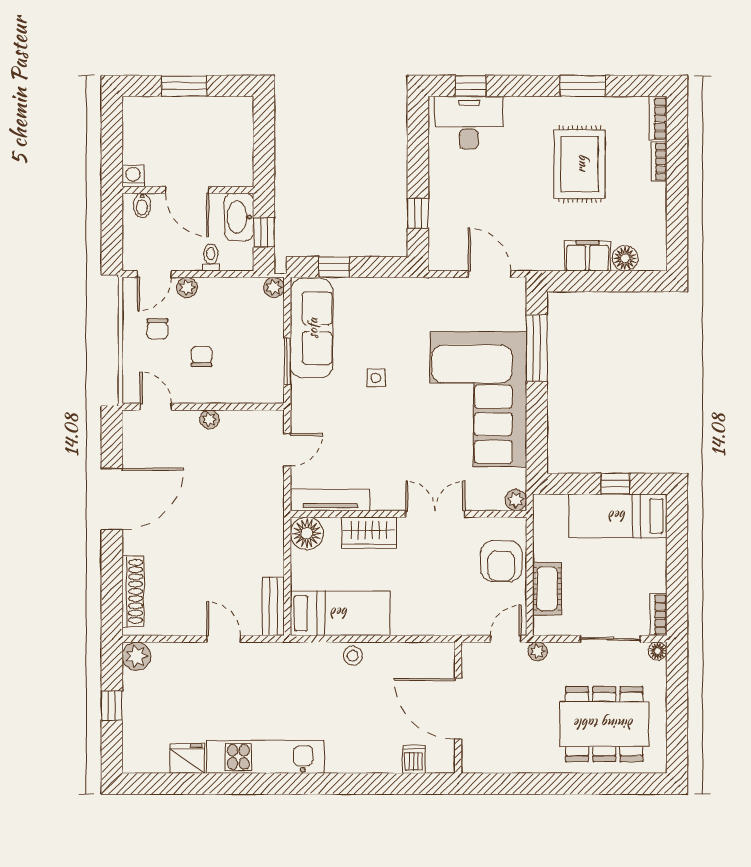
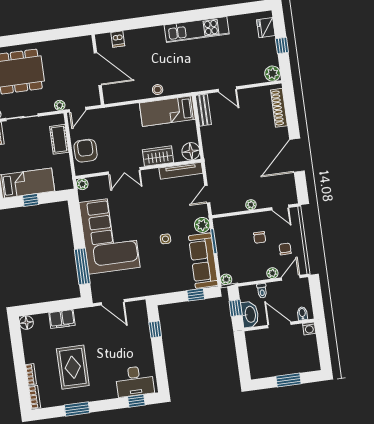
floor lamp: (625, 258) -> (26, 323), moved
plant: (305, 394) -> (202, 225), added
fridge: (187, 759) -> (266, 28), moved, turned 90

